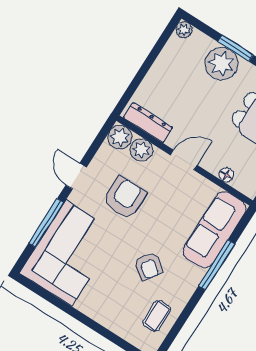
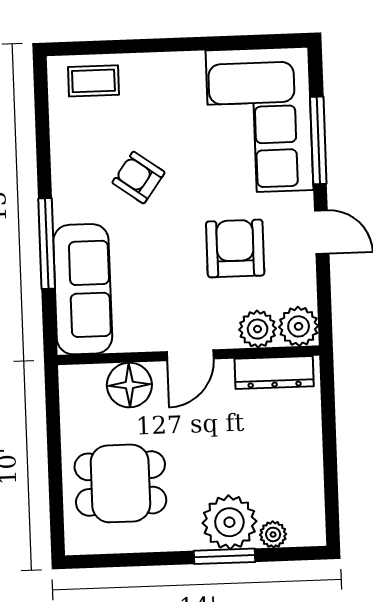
plant: (184, 30) -> (273, 534), moved
floor lamp: (226, 175) -> (129, 385), width x1.89, depth x1.89
armchair: (125, 198) -> (235, 248), turned 180
coffee table: (157, 316) -> (93, 81), moved, turned 90

